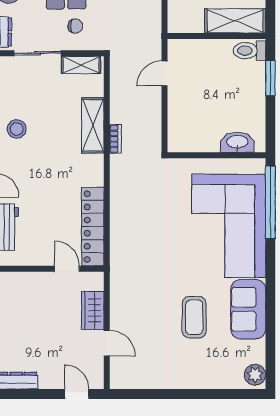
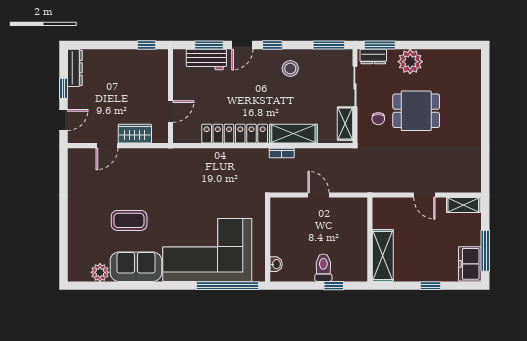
toilet: (249, 51) -> (323, 268), moved
door: (165, 73) -> (319, 195), moved
window: (270, 78) -> (334, 286), width x0.67
washbasin: (237, 142) -> (276, 264), width x0.52, depth x0.69
locker: (93, 227) -> (235, 134), moved
plant: (255, 375) -> (100, 272), moved
window: (40, 394) -> (63, 88), added

